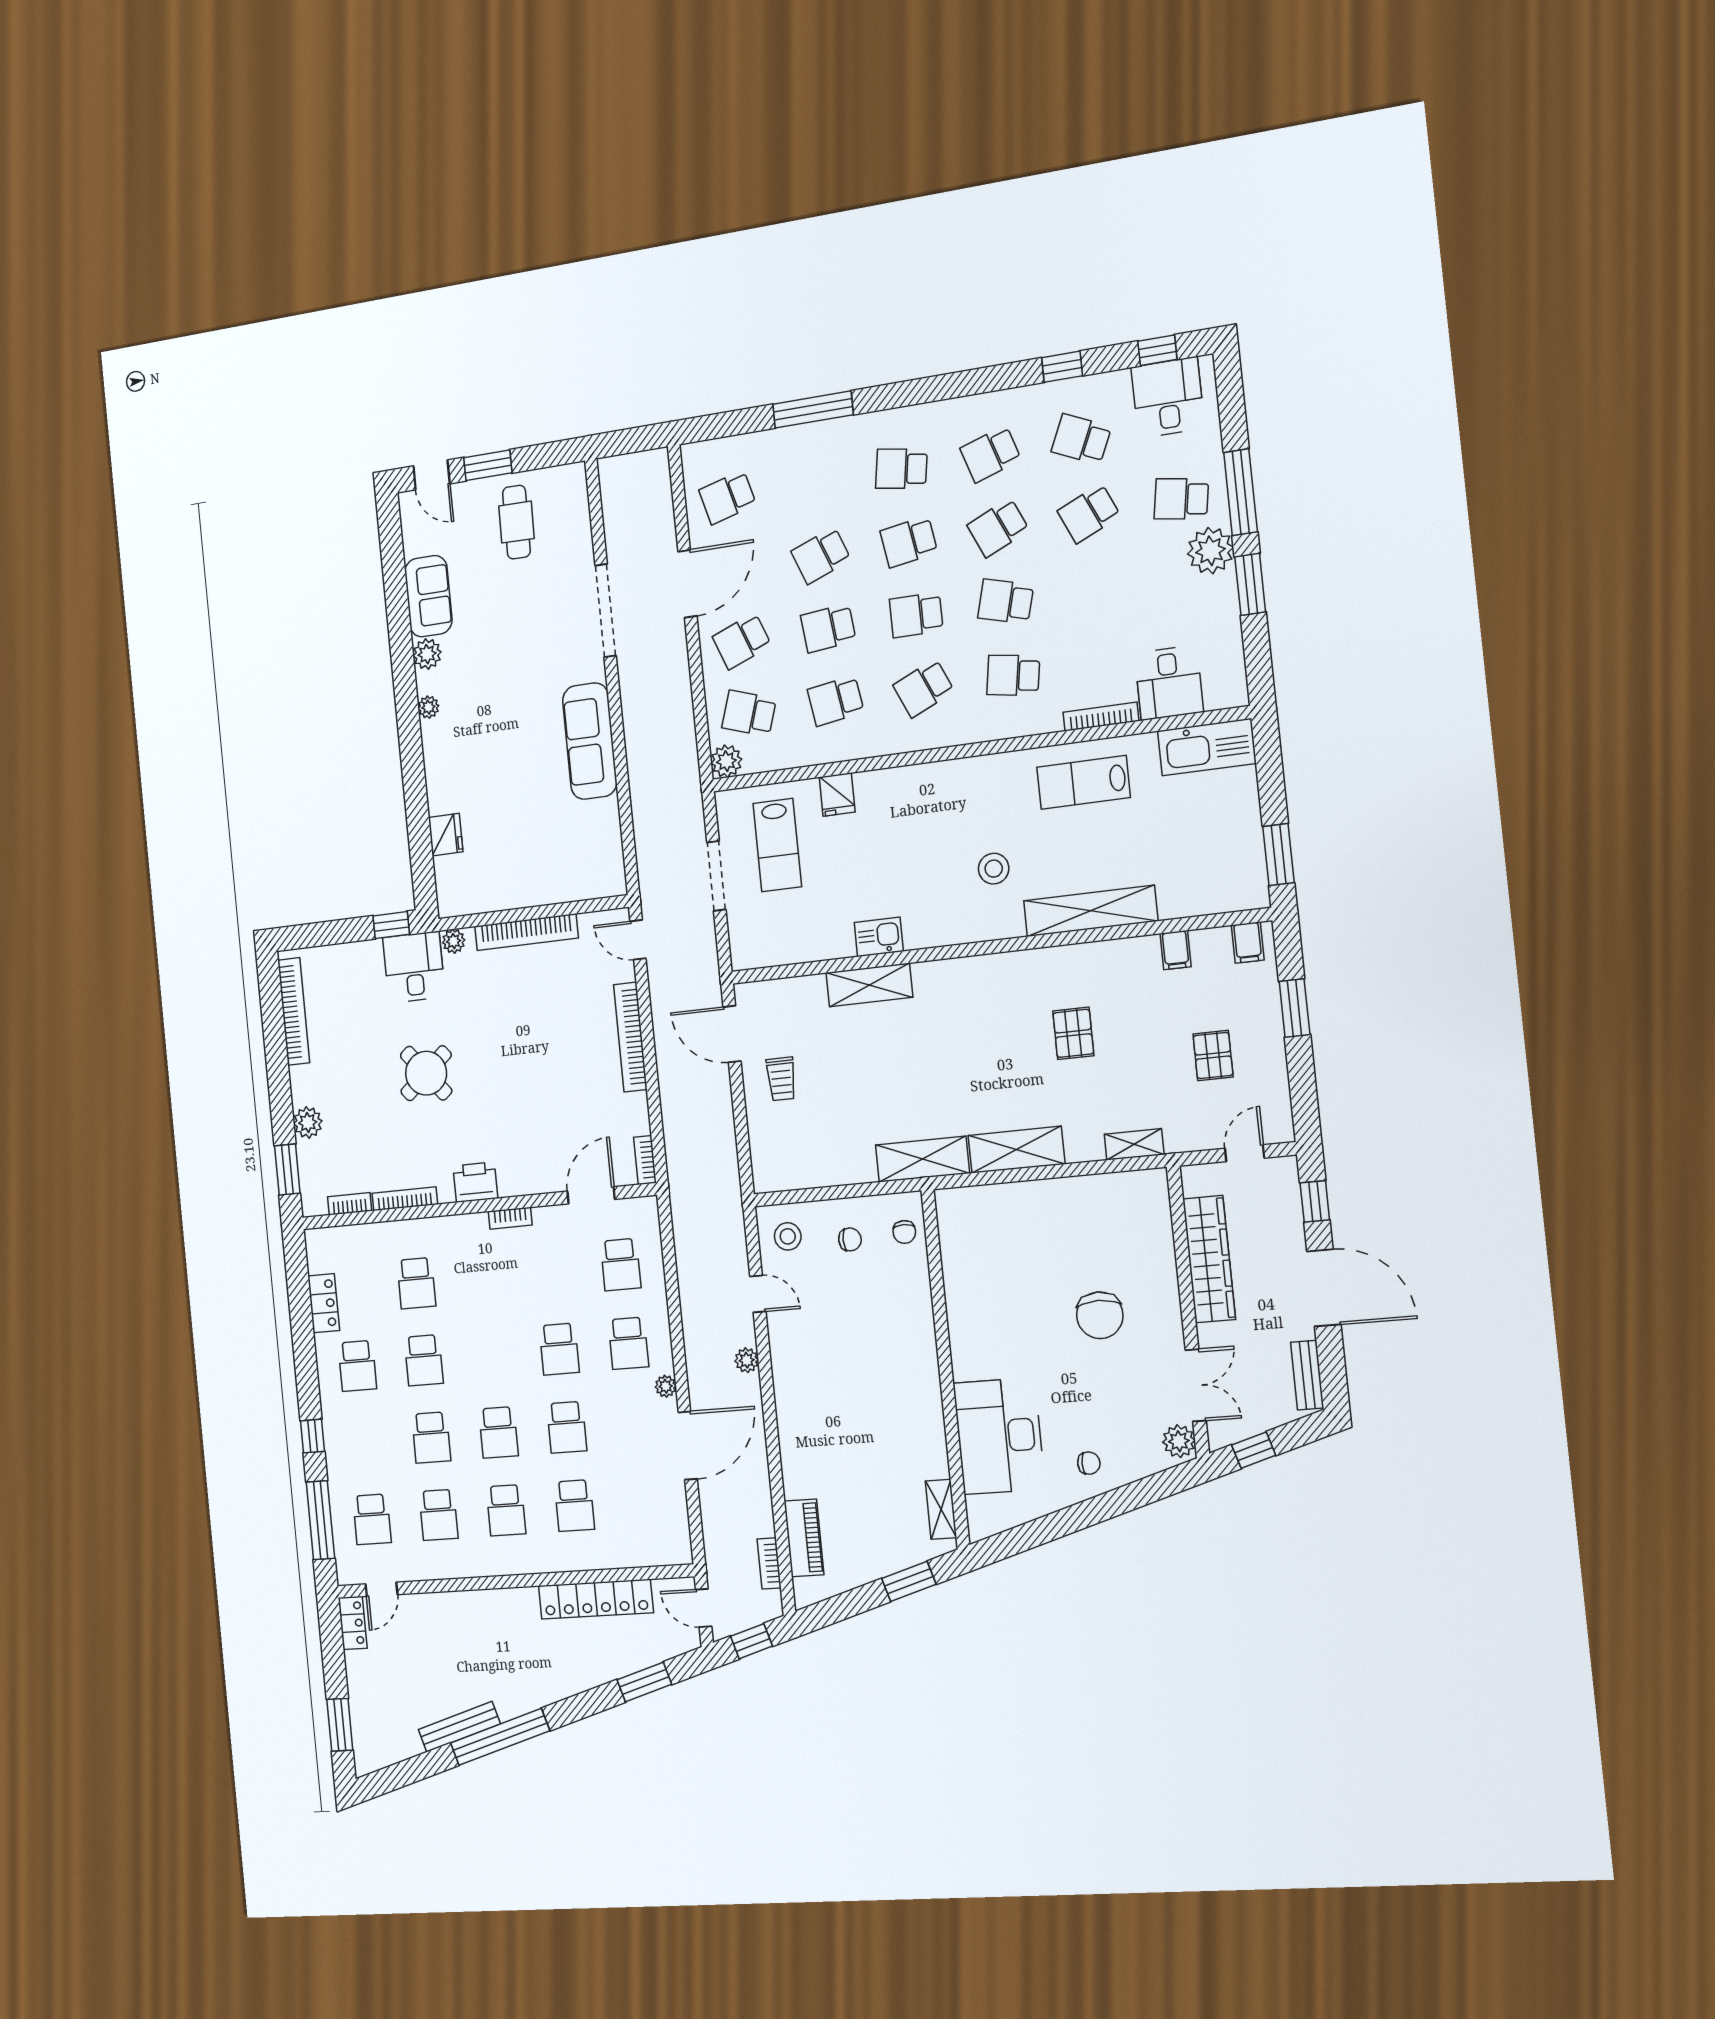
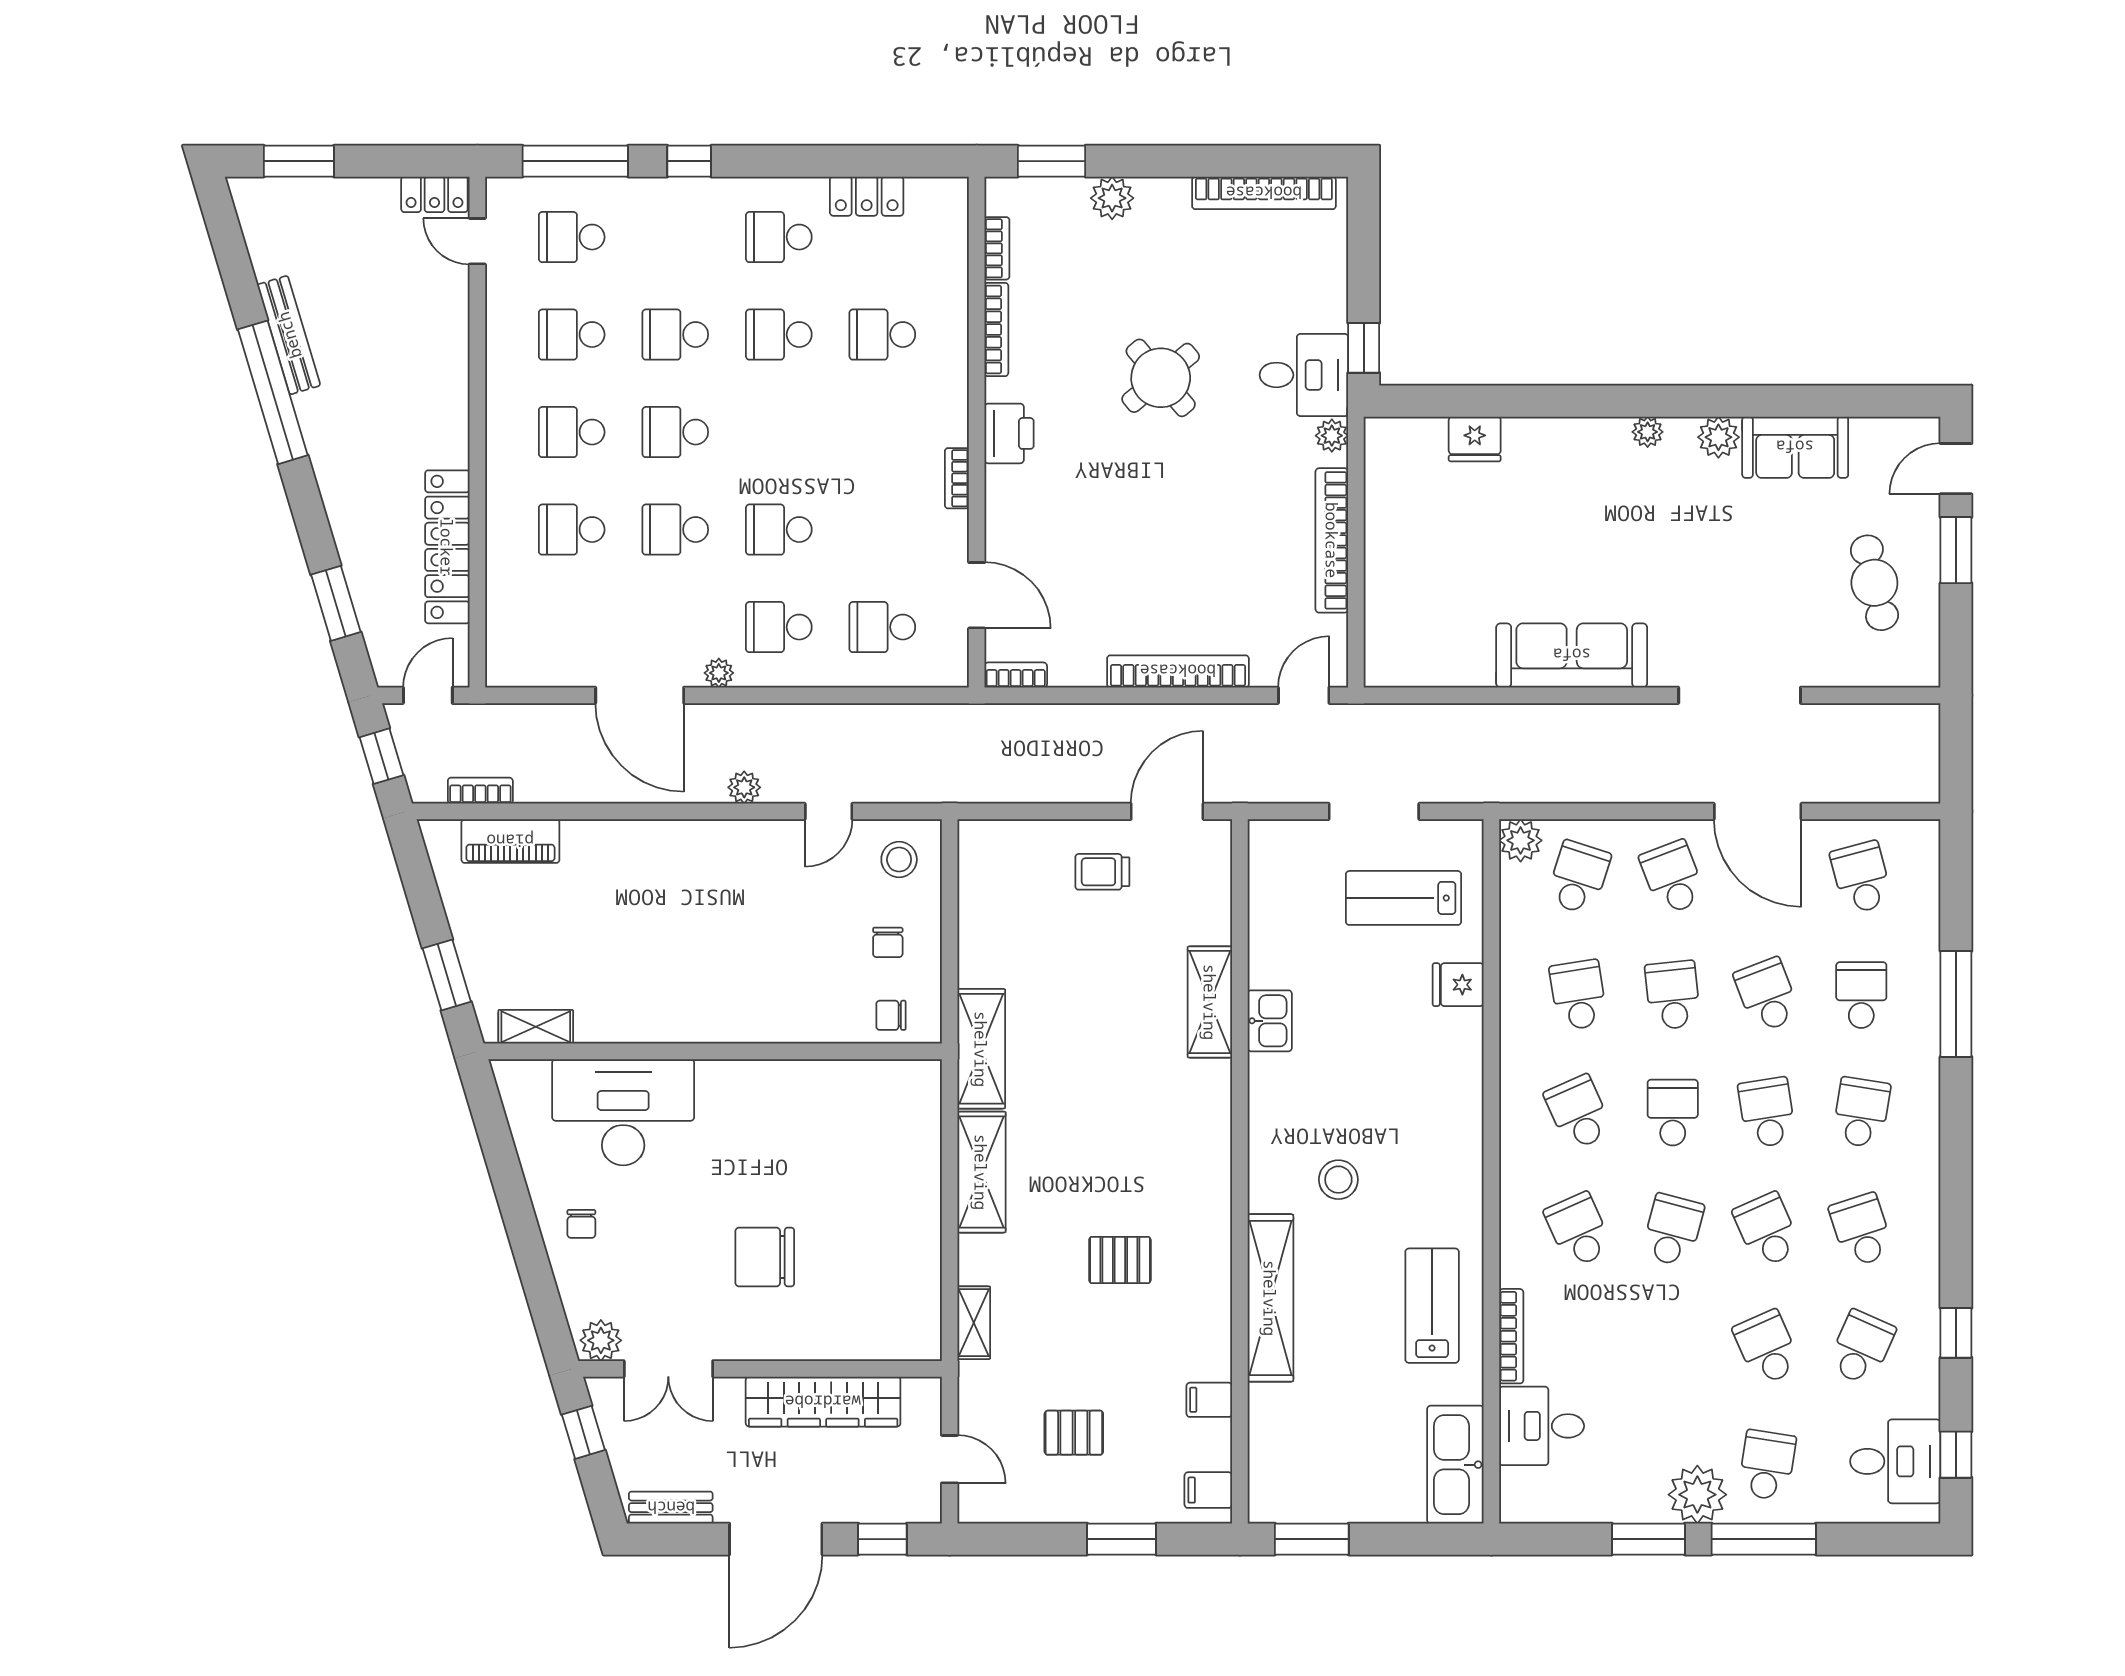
school desk: (814, 483) -> (1861, 995), added
cafe table: (516, 522) -> (1874, 583), turned 76
school desk: (1013, 675) -> (1578, 1230), turned -33

